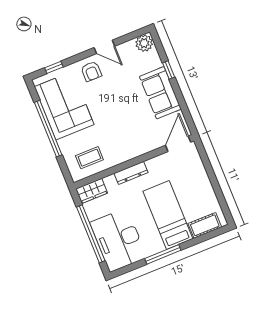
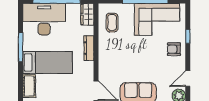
door: (104, 47) -> (188, 79), moved
window: (54, 67) -> (188, 36), moved

